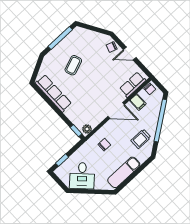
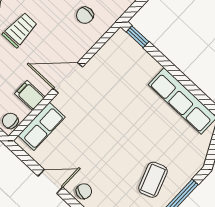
coffee table: (73, 65) -> (153, 180), moved
plant: (87, 129) -> (118, 41), removed

